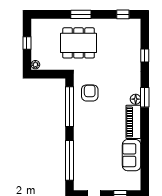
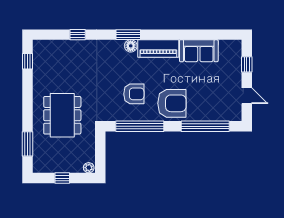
window: (81, 14) -> (28, 144), moved
armchair: (90, 93) -> (134, 94), moved, turned 180
armchair: (88, 133) -> (172, 103), added

